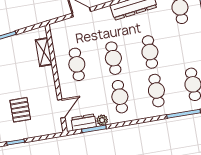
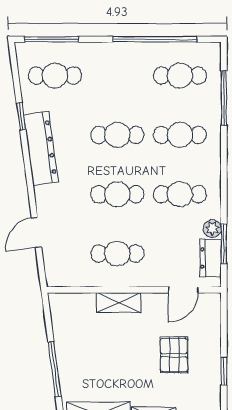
shelving: (44, 52) -> (119, 303), moved
door: (61, 109) -> (183, 290), swing flipped
pallet: (20, 110) -> (174, 355), turned 90

